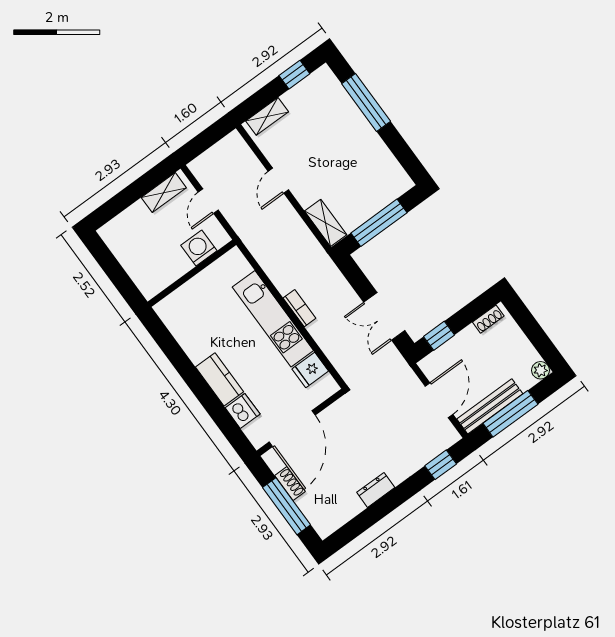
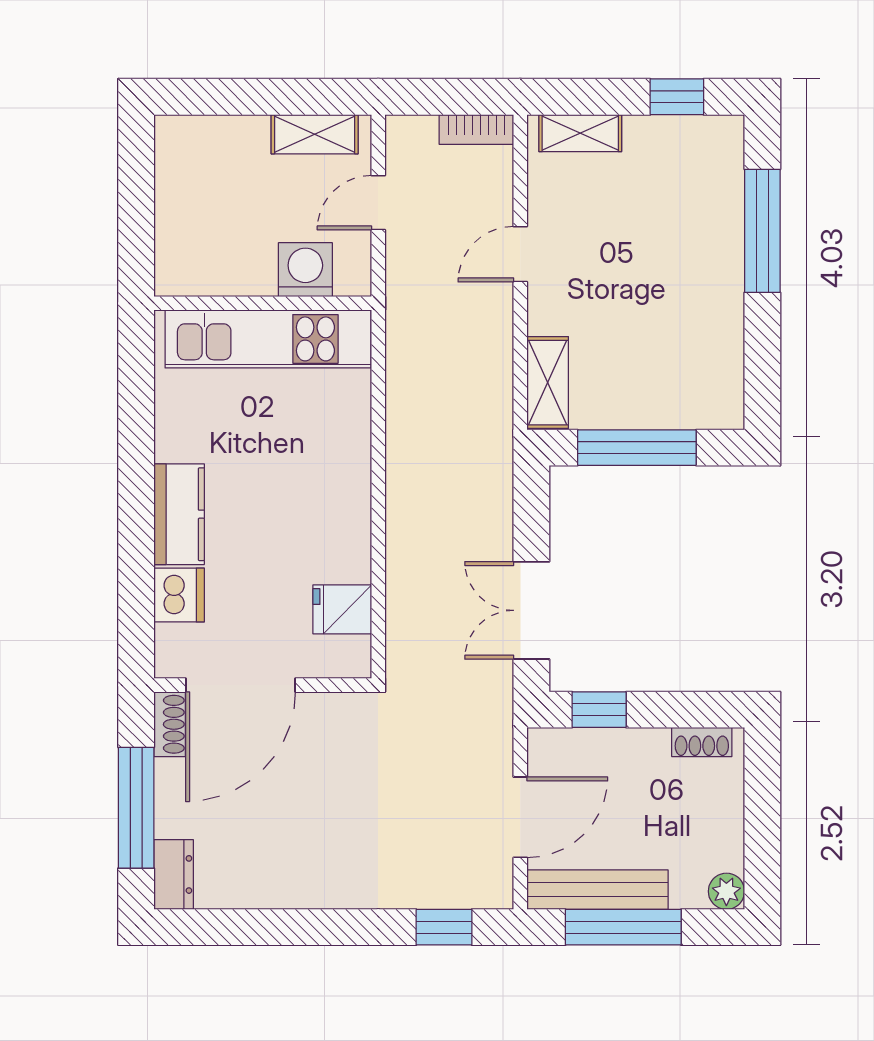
bookcase: (299, 308) -> (476, 129), moved, turned 90
kitchen unit: (273, 319) -> (268, 339), moved, turned -90
shoe rack: (290, 484) -> (170, 724), moved
dresser: (376, 490) -> (174, 874), moved, turned 90

